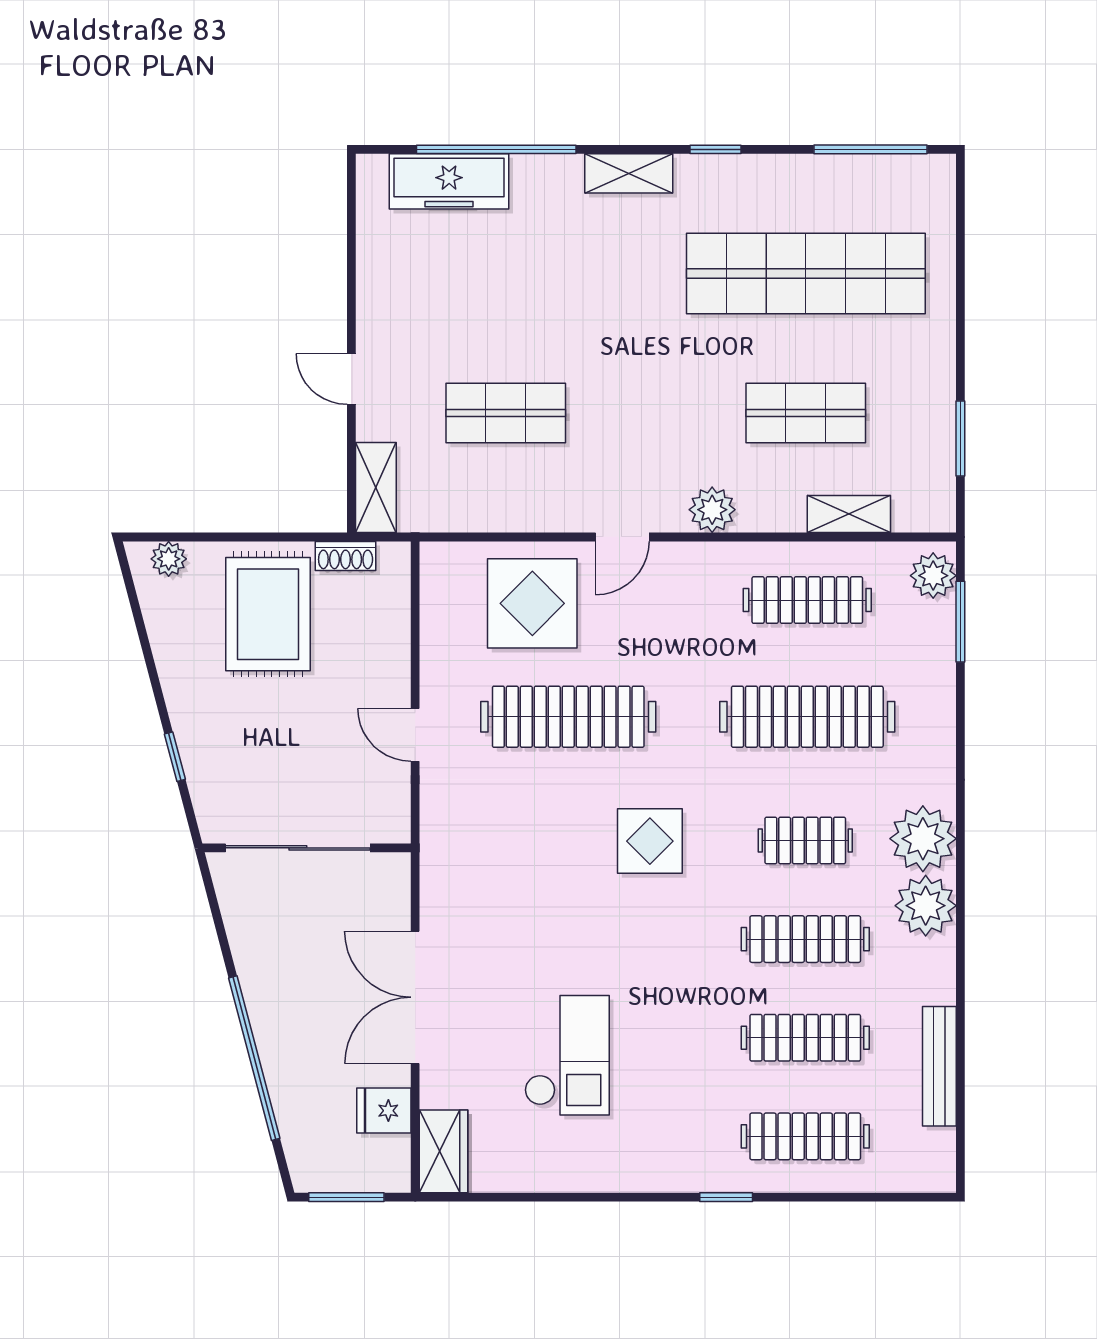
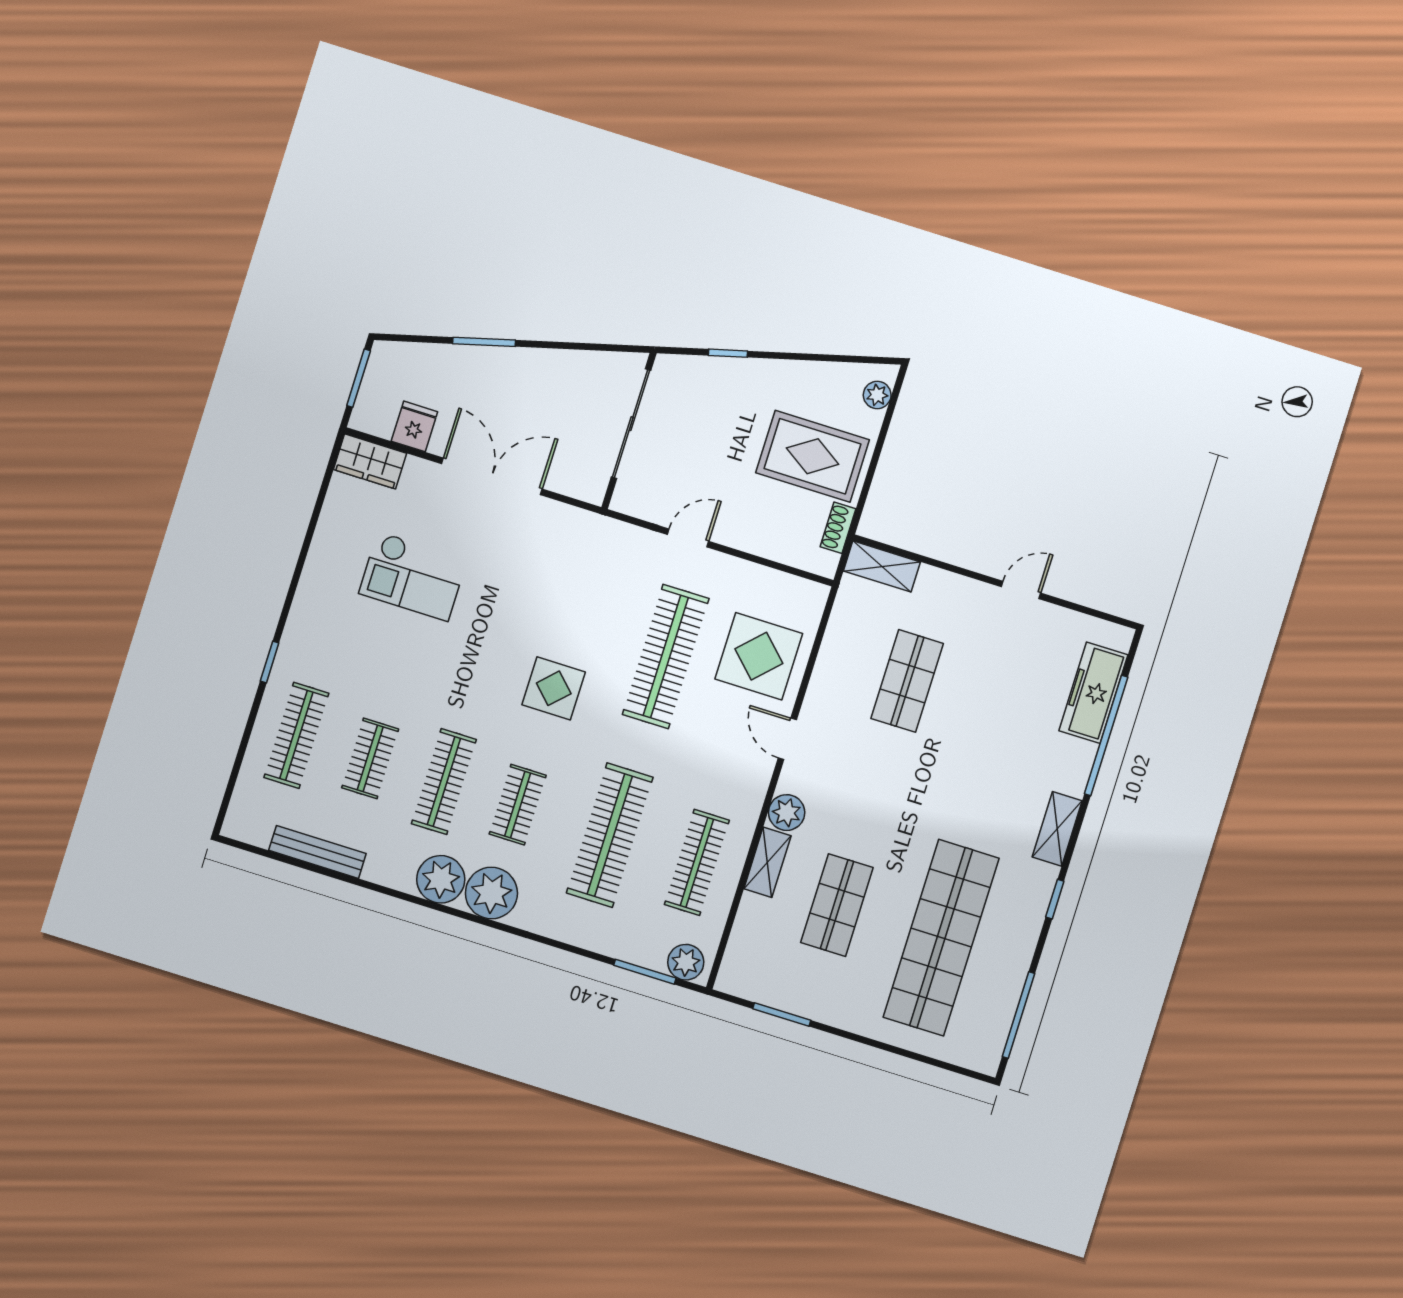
door: (351, 379) -> (1021, 590), moved
shelving: (849, 514) -> (767, 862), moved
clothes rail: (805, 1038) -> (370, 758), width x0.73
window: (254, 1058) -> (484, 342), width x0.47

